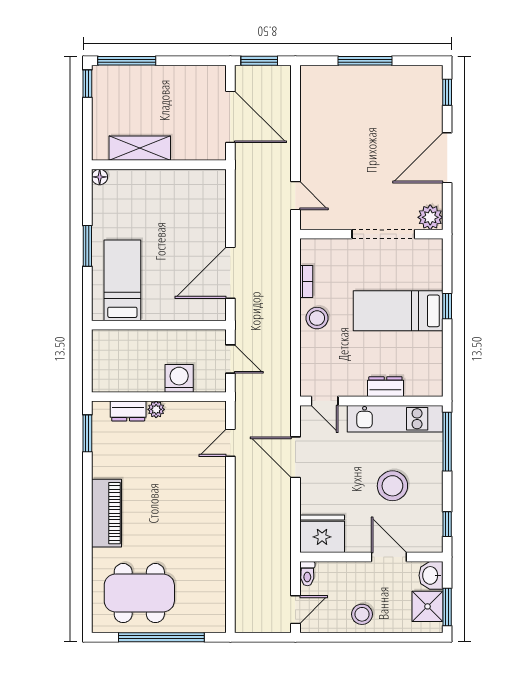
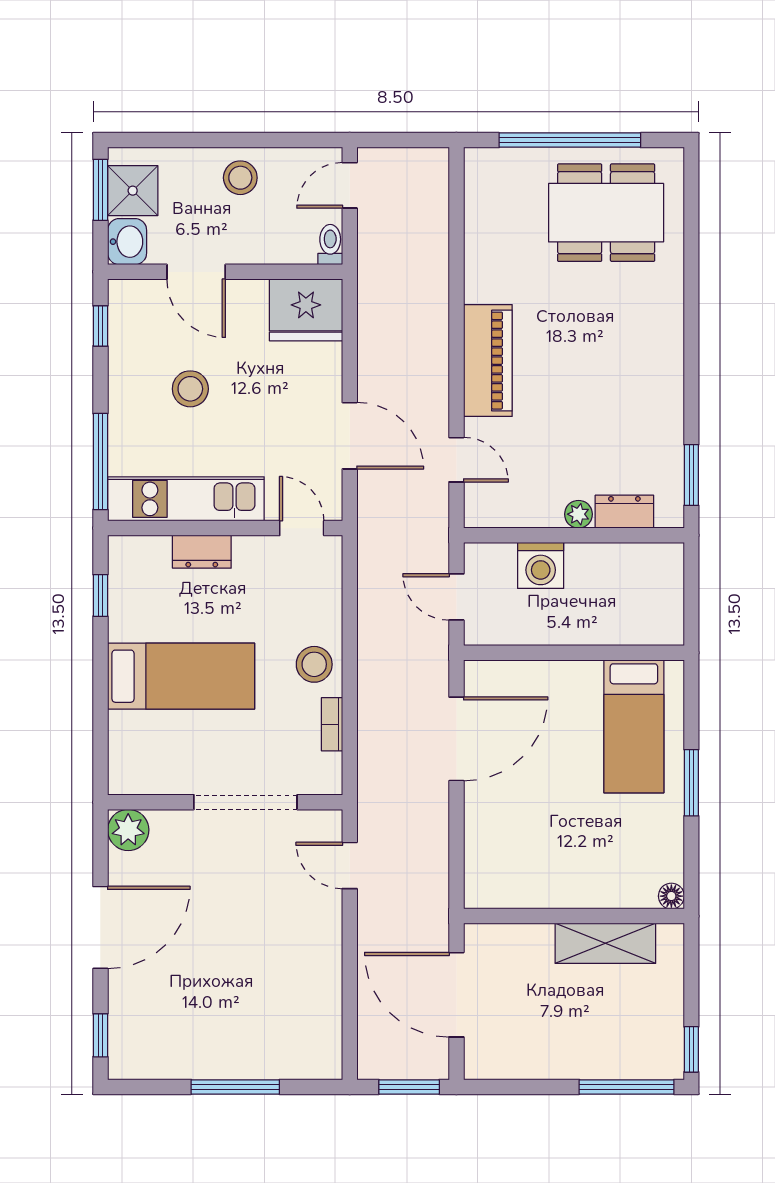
doorway: (383, 234) -> (245, 802), moved
window: (447, 306) -> (100, 595), moved
door: (230, 443) -> (456, 460), hinge flipped
stool: (392, 486) -> (190, 389), width x0.73, depth x0.73
piano: (107, 513) -> (488, 361), moved, turned 180

